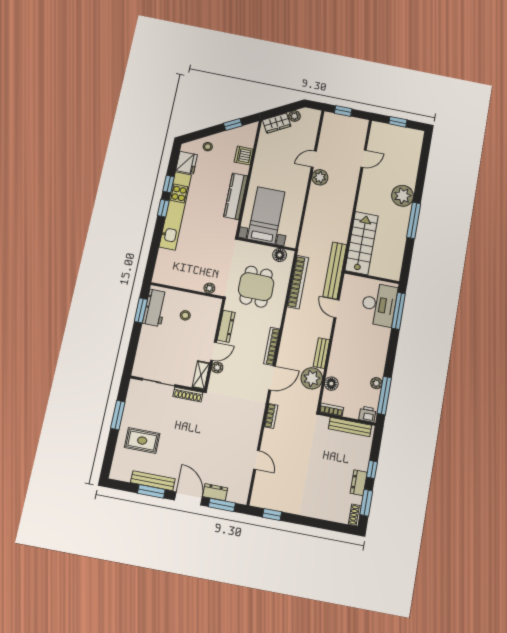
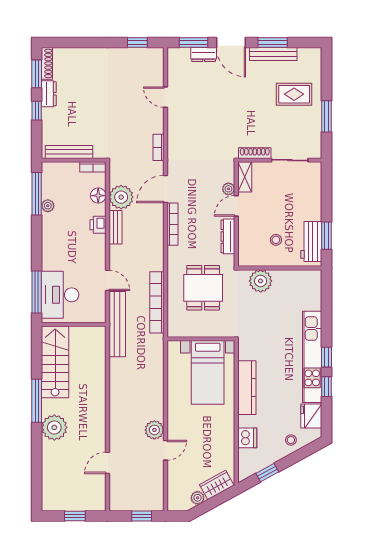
stairs: (362, 243) -> (55, 362), moved, turned 180
floor lamp: (280, 255) -> (183, 329), removed
plant: (209, 288) -> (261, 281), width x1.87, depth x1.87
printer: (367, 414) -> (98, 225), moved, turned 90
shoe rack: (355, 515) -> (47, 63), width x1.43

